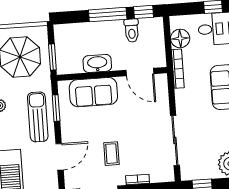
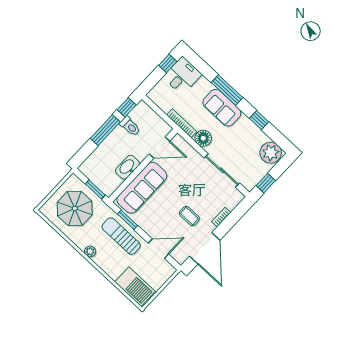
floor lamp: (180, 38) -> (203, 138), moved
sofa: (93, 92) -> (142, 188), width x1.36
door: (60, 157) -> (158, 249), hinge flipped

